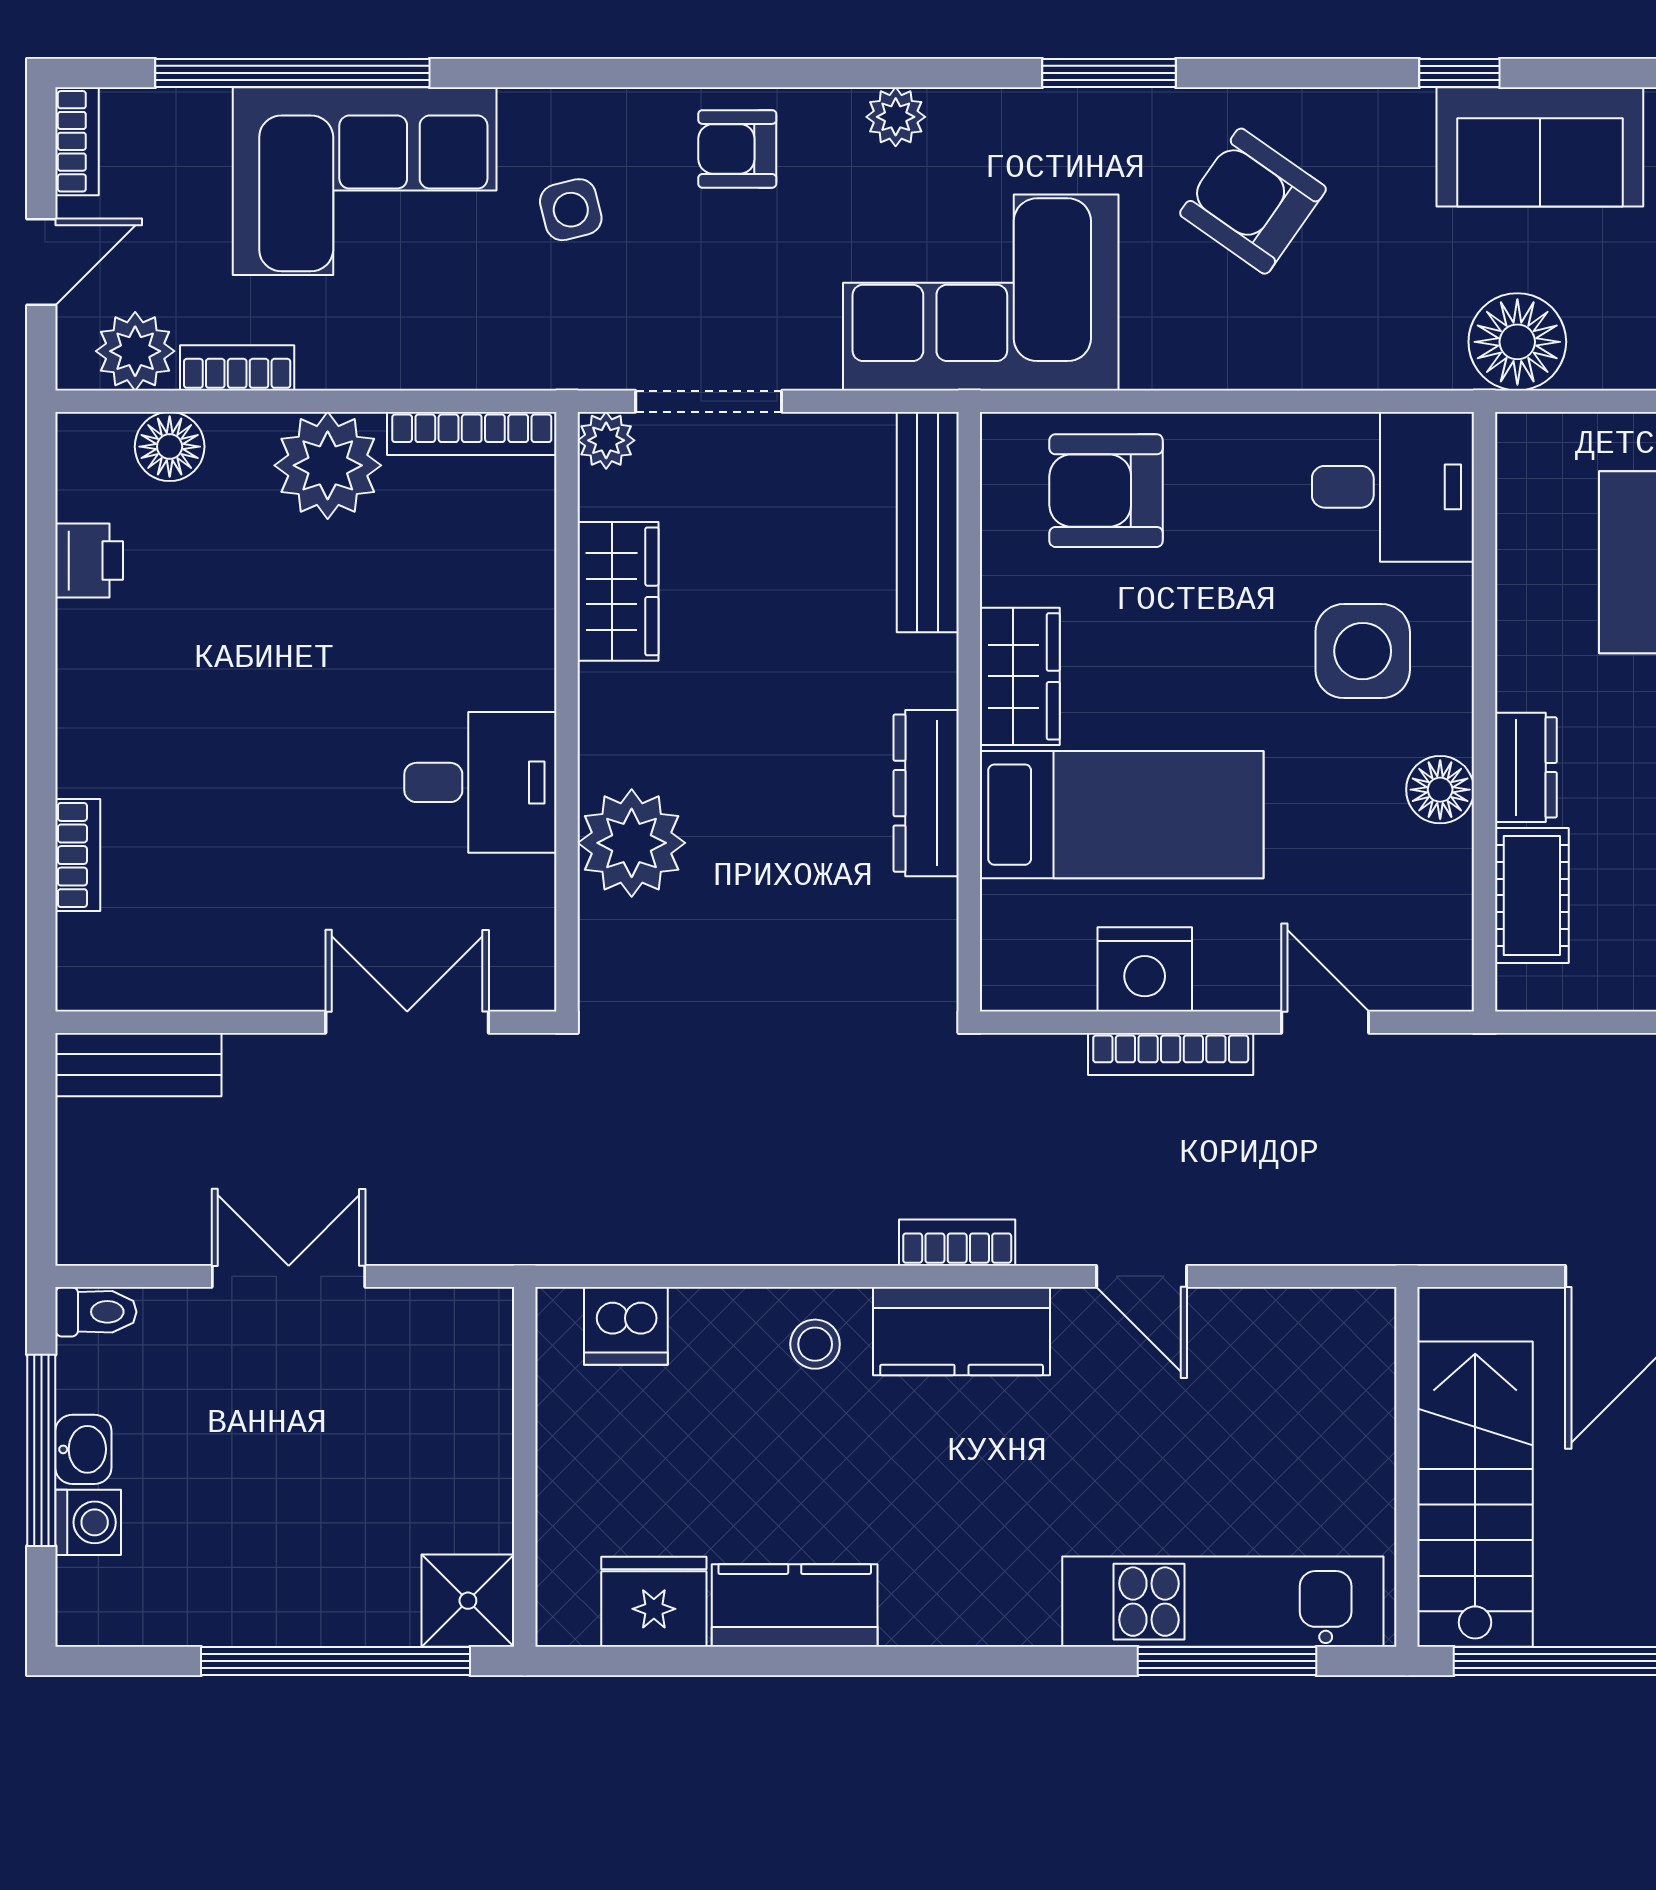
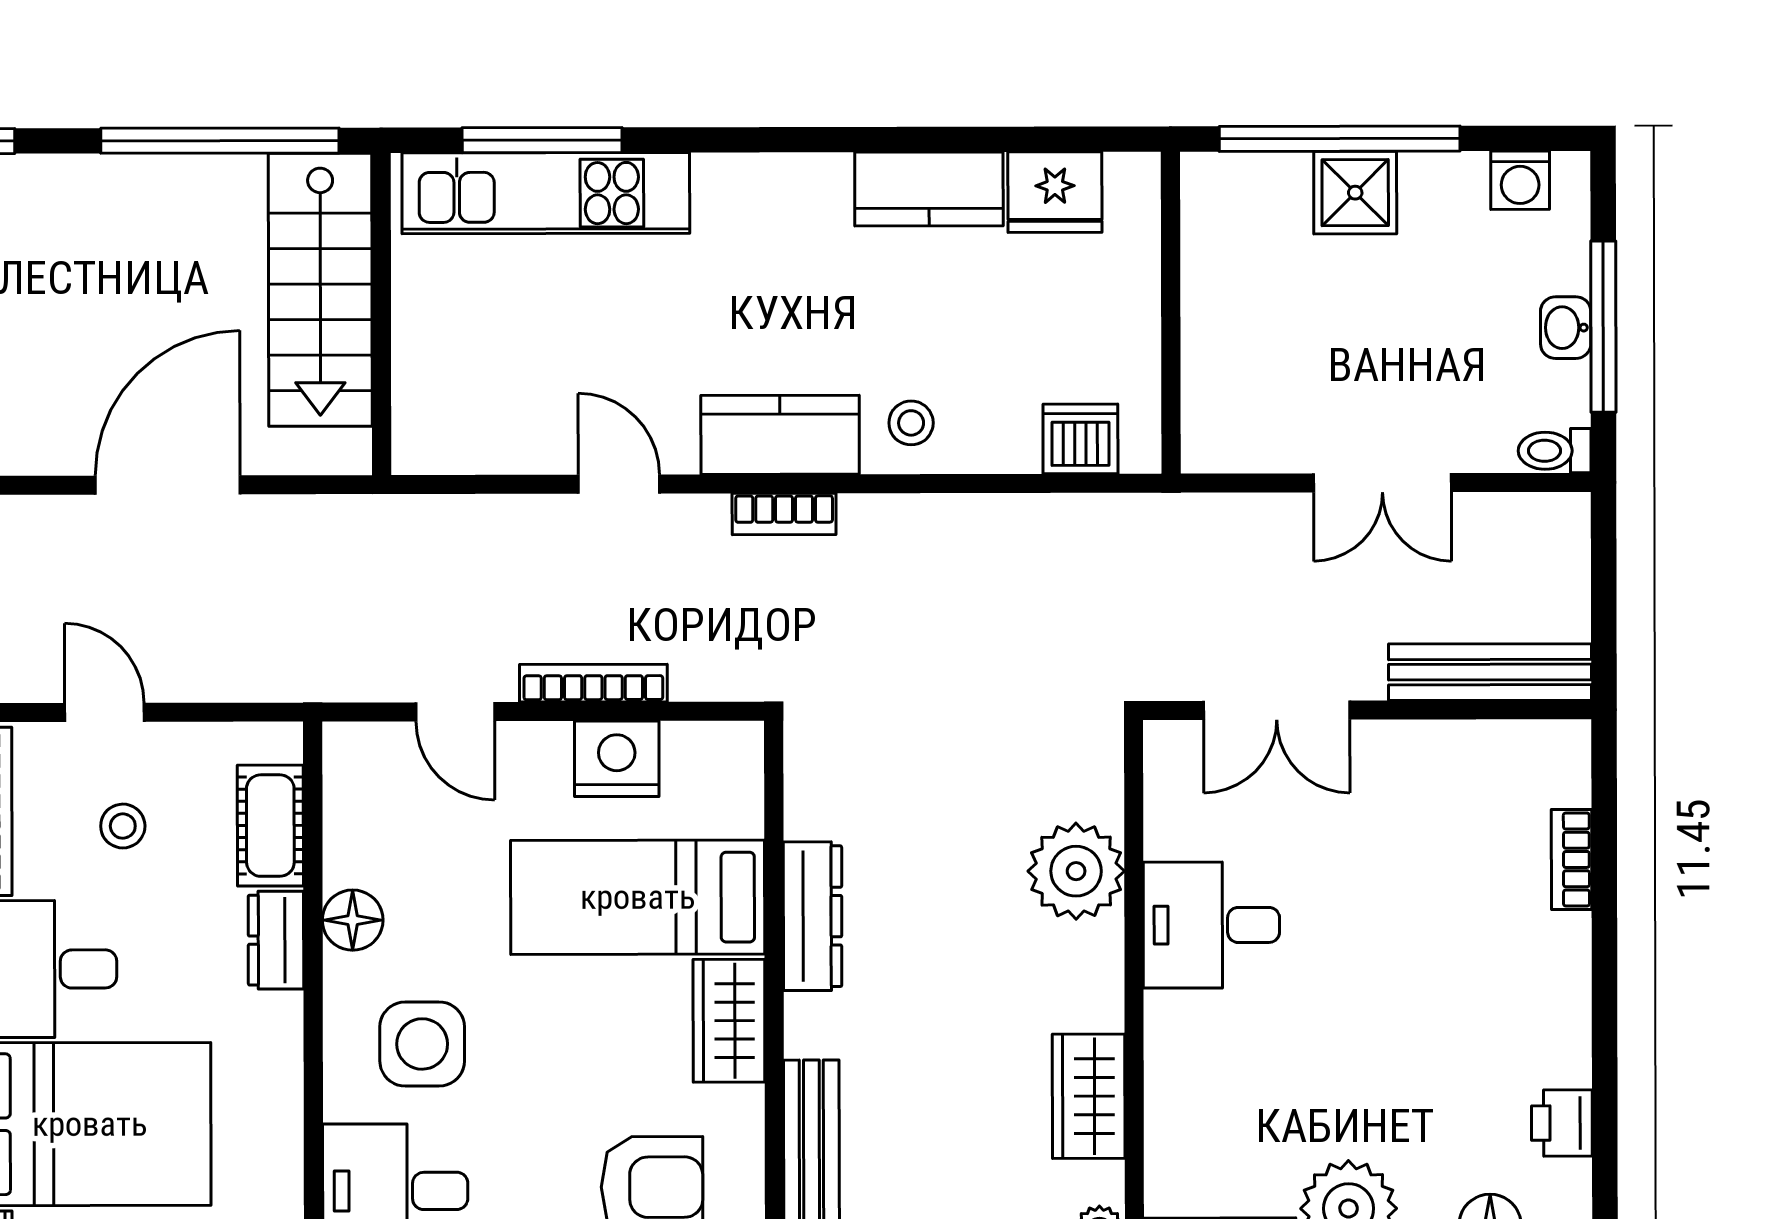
bench: (138, 1065) -> (1490, 672), width x1.36
washing machine: (88, 1522) -> (1520, 180), moved, turned -90
shower: (468, 1601) -> (1355, 193), moved

